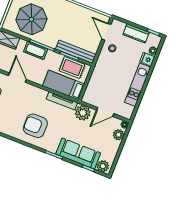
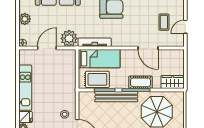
bench: (76, 52) -> (116, 97), moved
plant: (119, 135) -> (25, 19), moved

